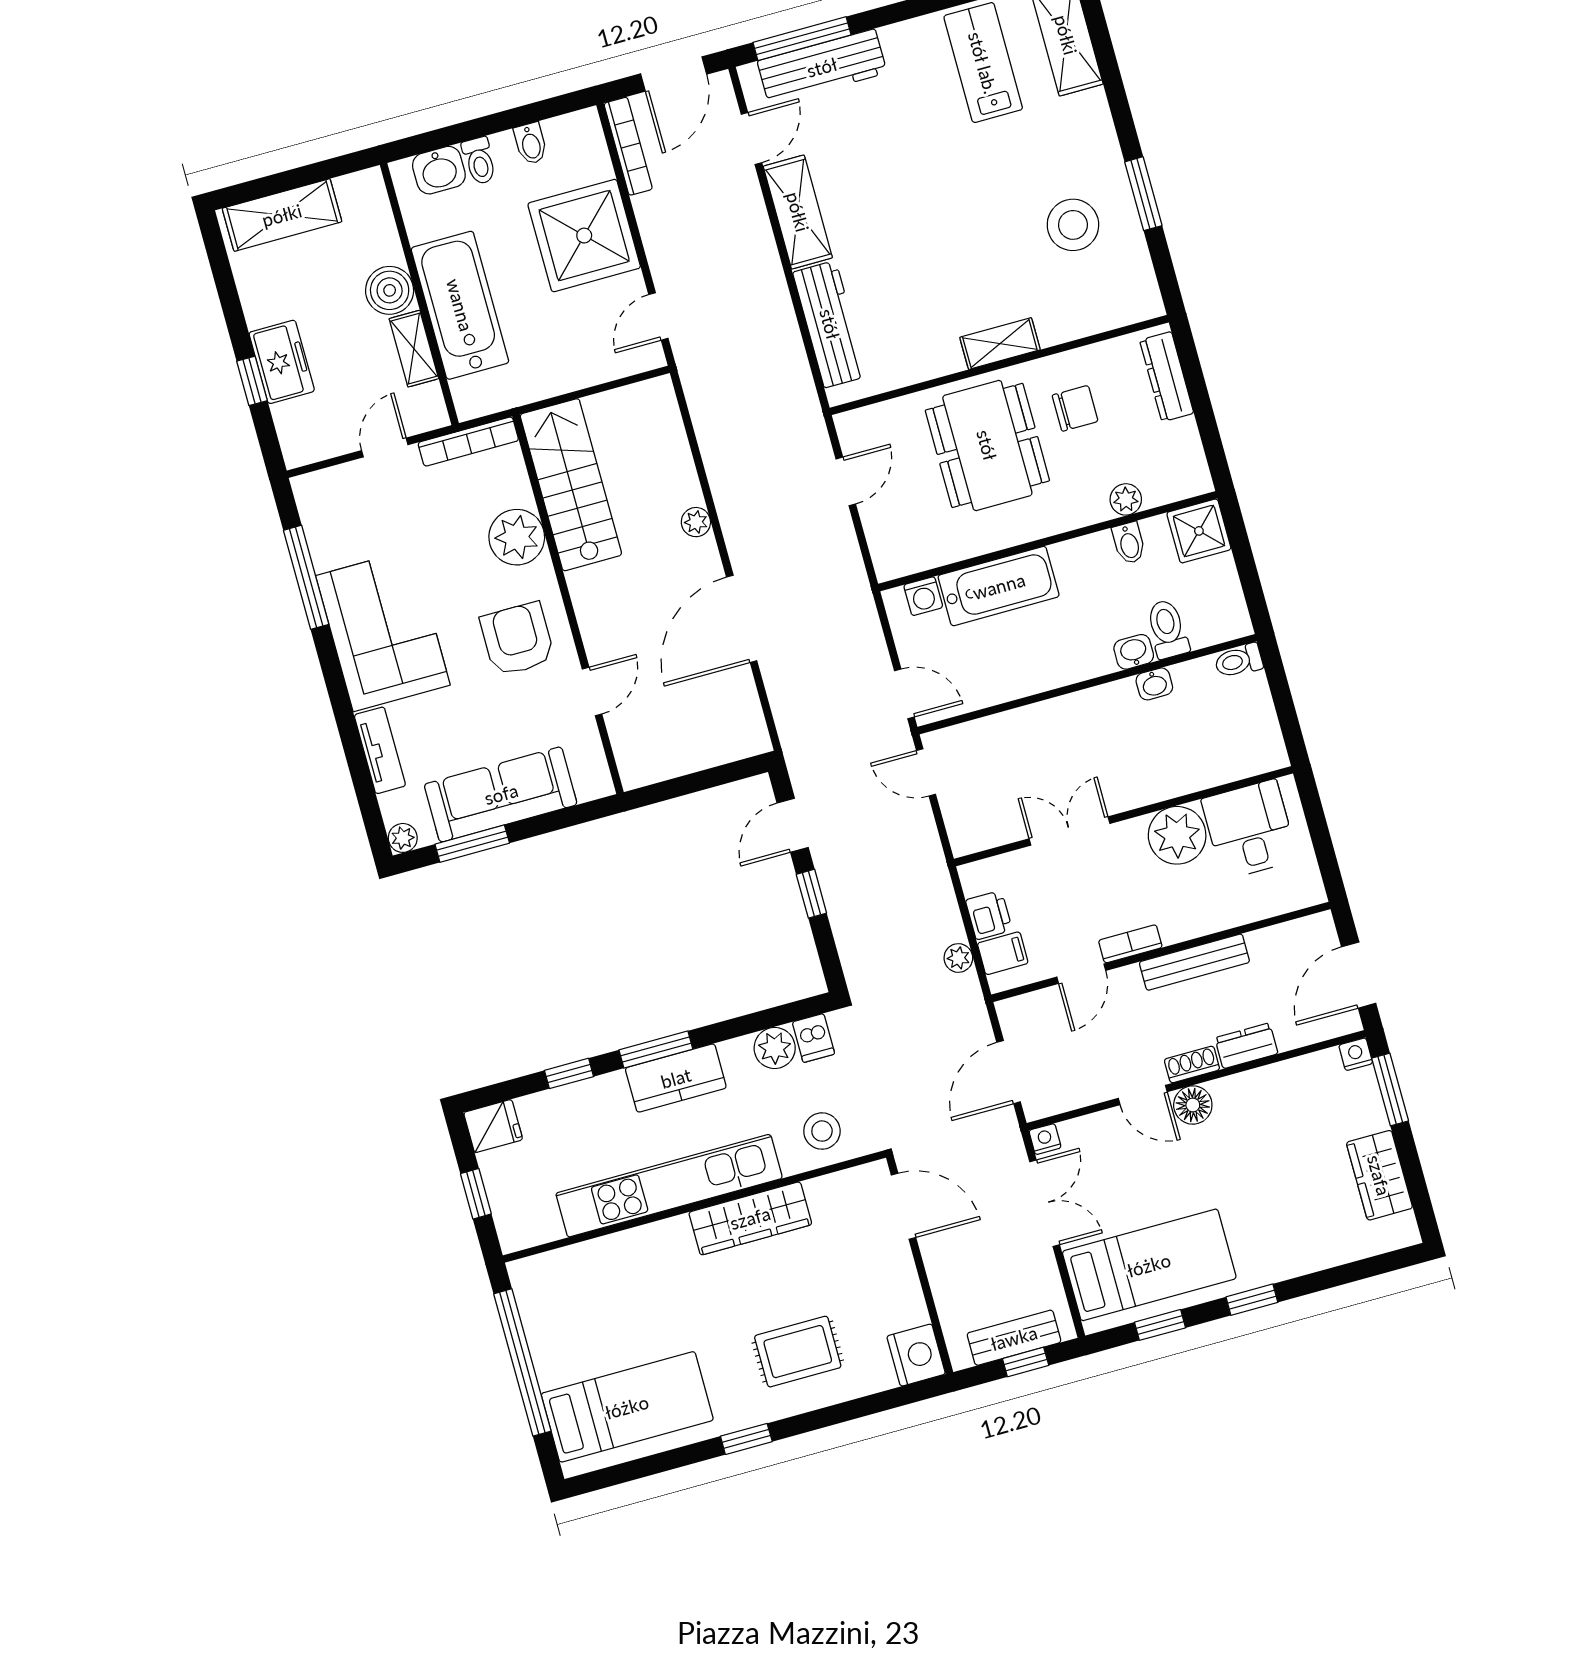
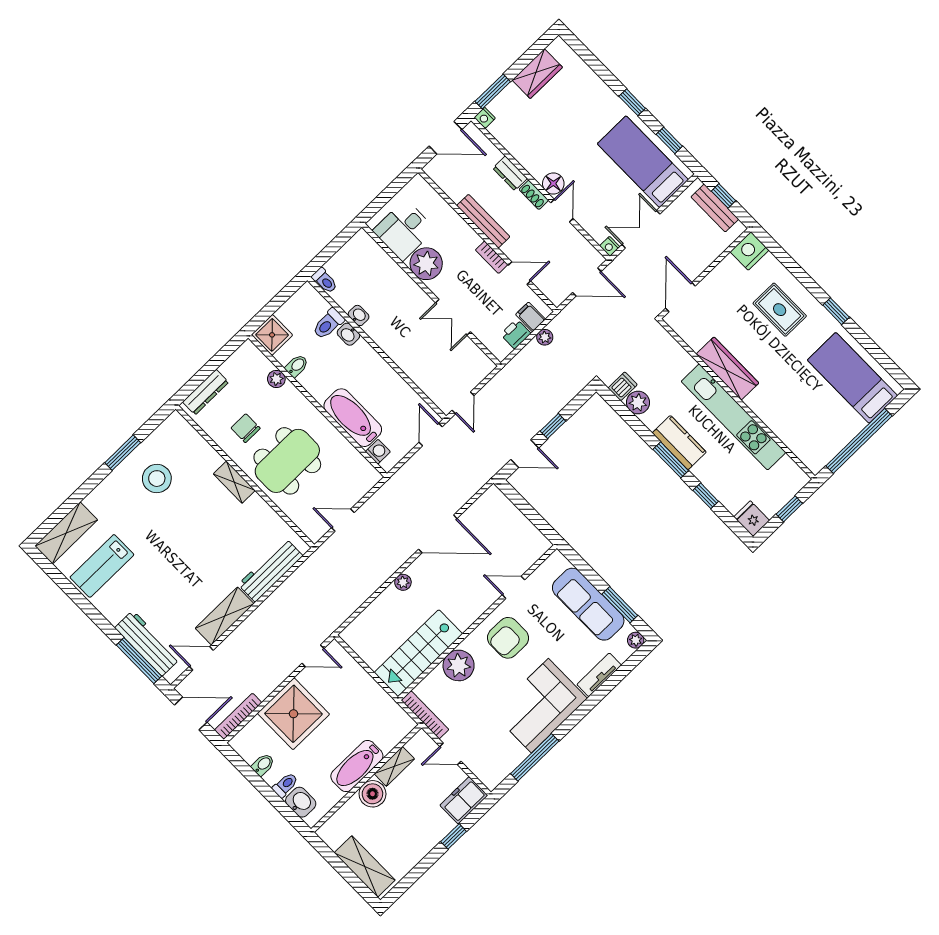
bathtub: (460, 305) -> (357, 766), width x0.73, depth x0.73
freezer: (282, 362) -> (464, 800), moved
stool: (822, 1131) -> (666, 357), removed

